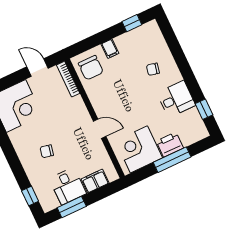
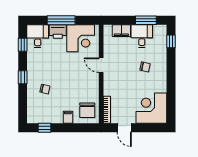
chair: (91, 68) -> (87, 110), turned 180
window: (186, 71) -> (23, 77), added
desk: (176, 99) -> (38, 36), moved, turned 90

